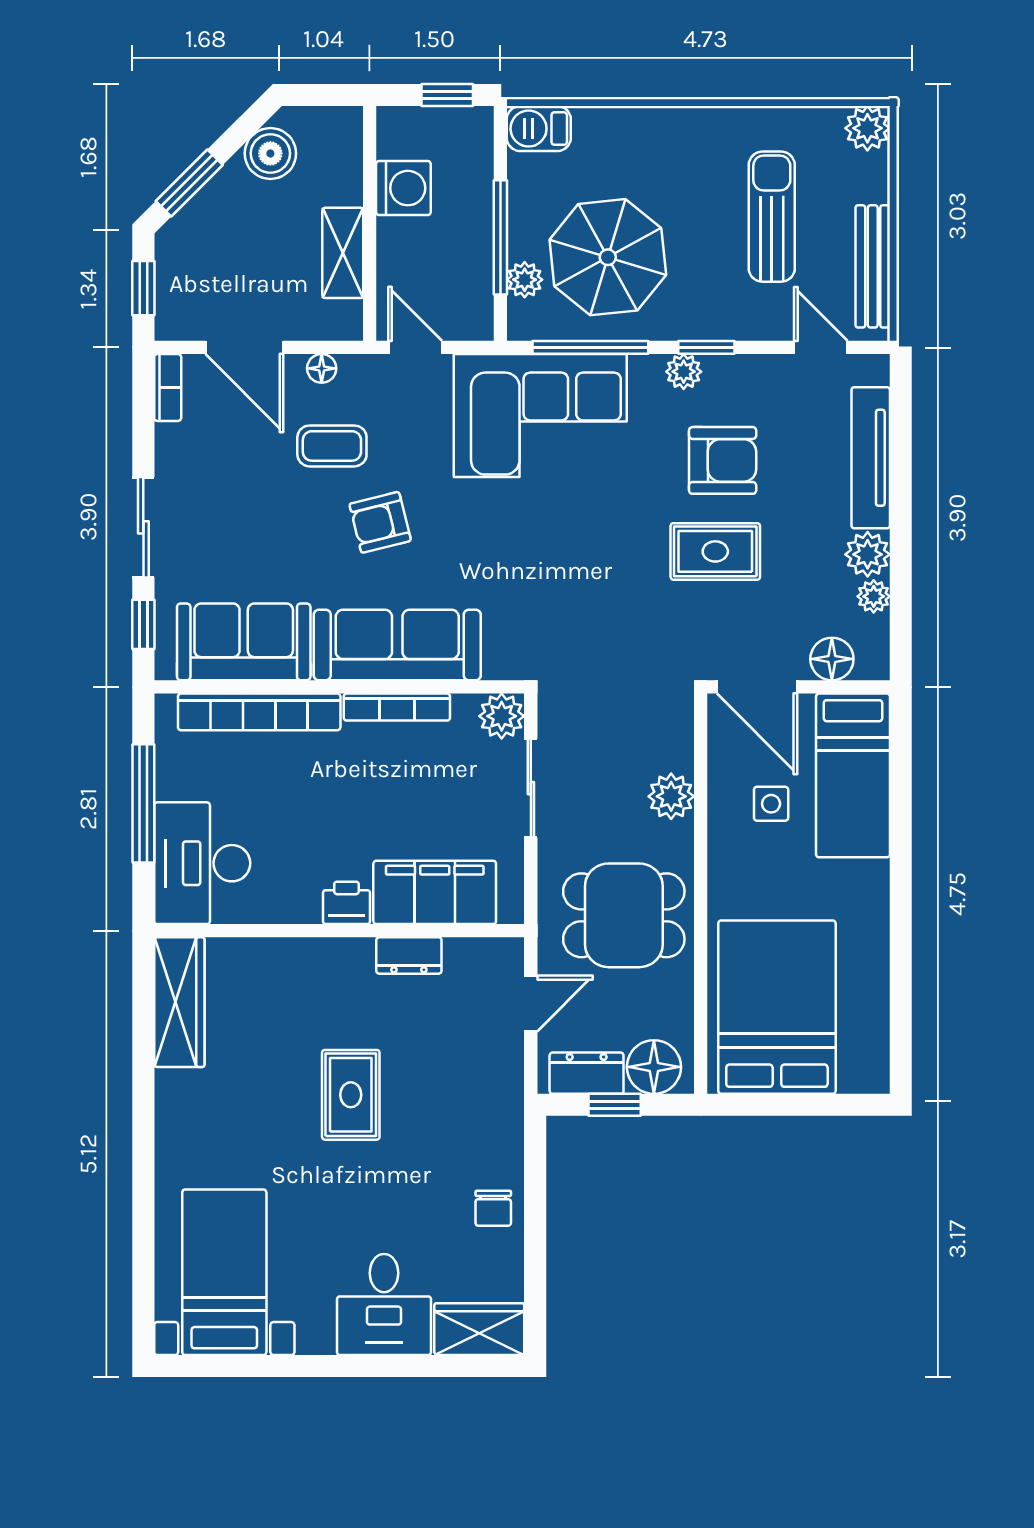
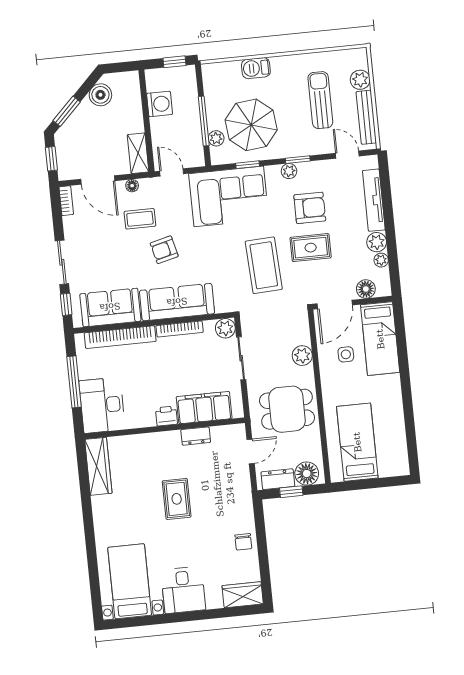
plant: (867, 128) -> (360, 80), moved
barbecue: (539, 129) -> (256, 68), moved
shelving: (343, 253) -> (138, 153), moved
window: (590, 347) -> (248, 165), width x0.46
coffee table: (604, 581) -> (264, 265), added
door: (757, 687) -> (335, 304), hinge flipped
bed: (777, 1007) -> (357, 442), width x0.67
desk: (384, 1304) -> (183, 590), moved

